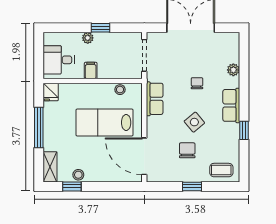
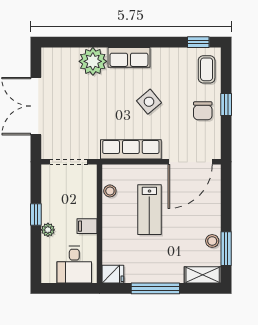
plant: (233, 70) -> (93, 61), width x1.88, depth x1.88
chair: (197, 83) -> (102, 99), removed
row of seats: (155, 99) -> (131, 149), width x1.48
lab bench: (104, 122) -> (149, 210), width x0.73, depth x0.72
window: (244, 130) -> (198, 42), moved
chair: (187, 150) -> (203, 111), moved, turned -90
window: (72, 186) -> (226, 249), width x1.50

